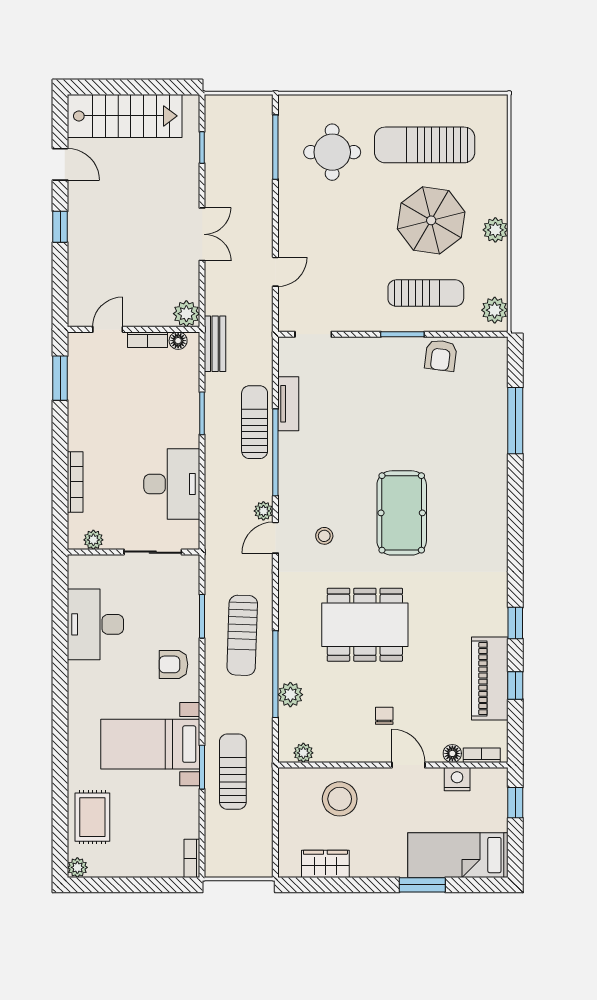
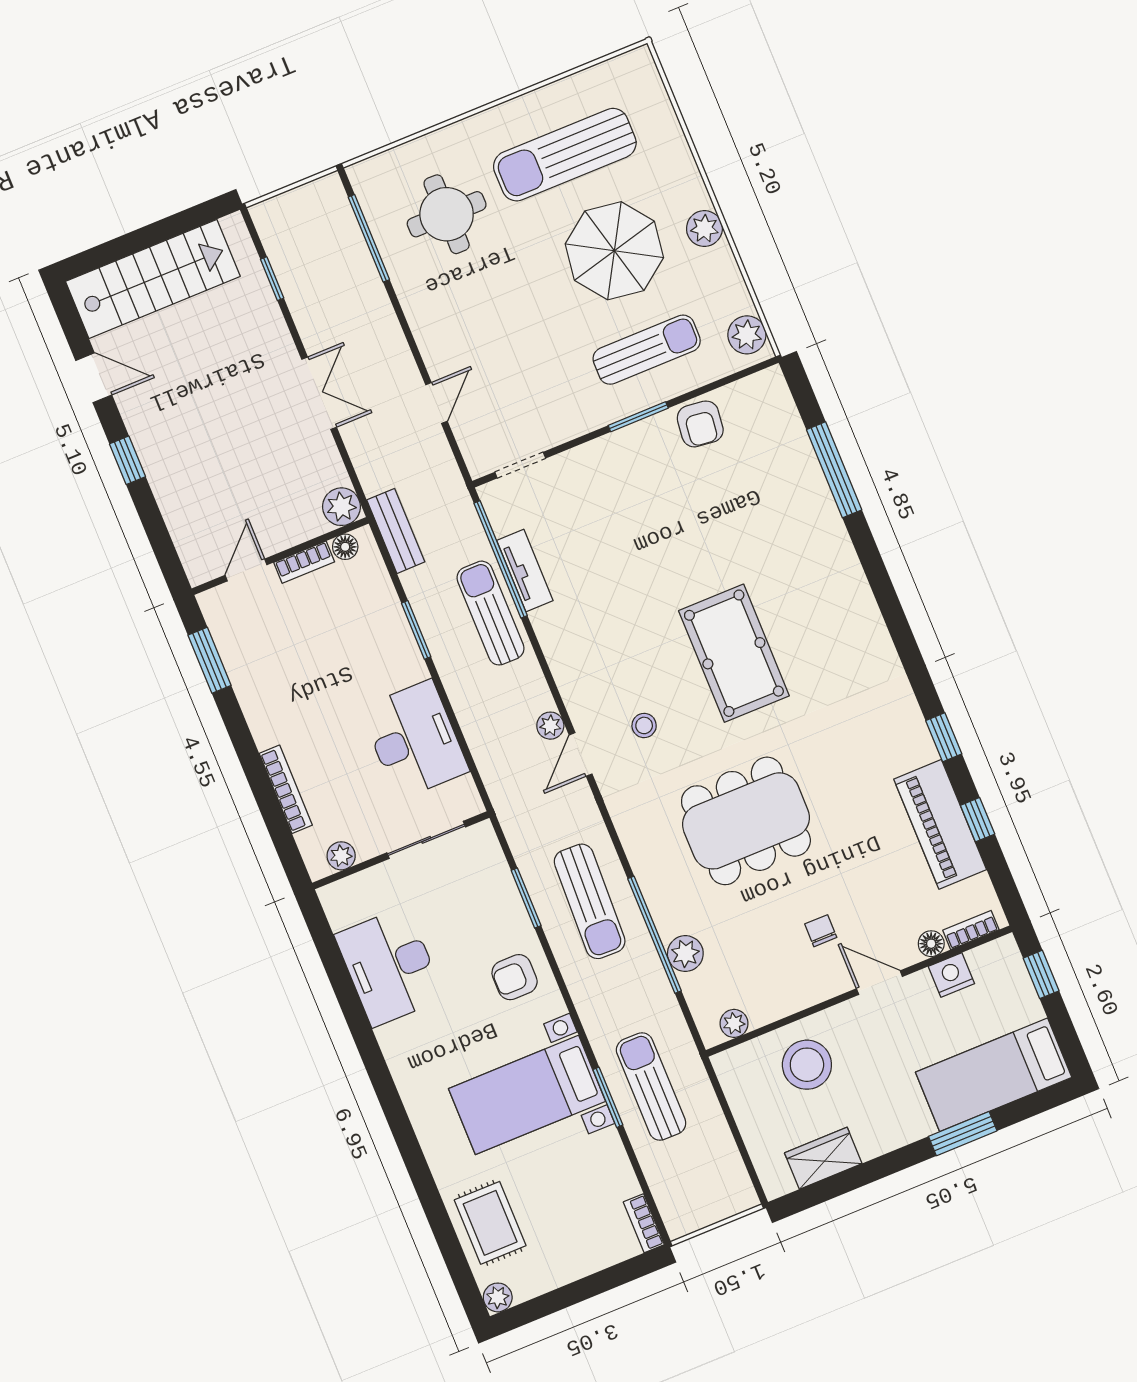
window: (275, 452) -> (501, 559), moved

